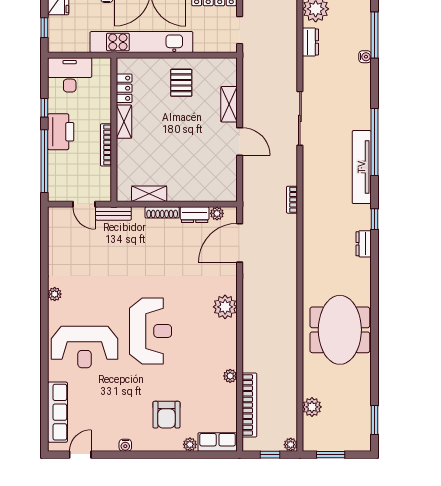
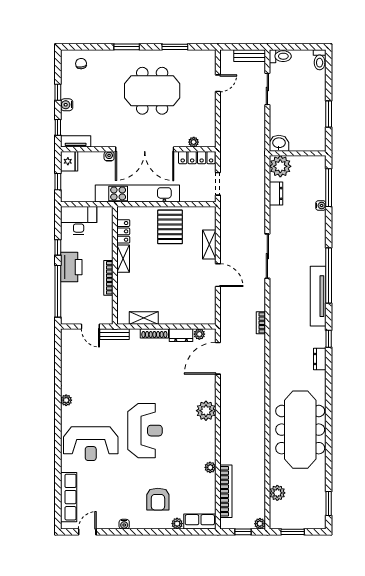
pallet: (181, 83) -> (170, 227), width x1.50, depth x1.42
meeting table: (340, 330) -> (300, 430), width x1.36

